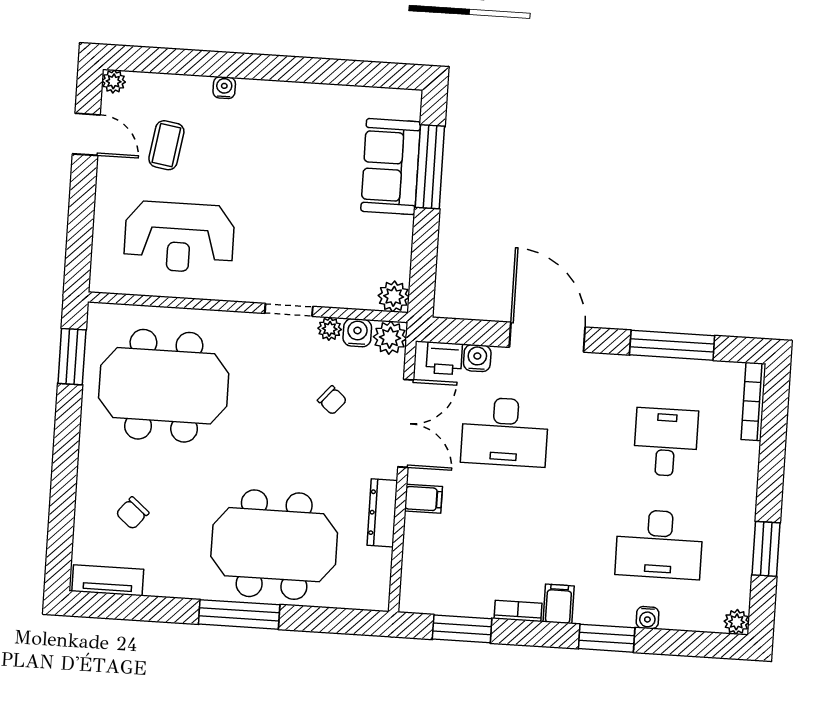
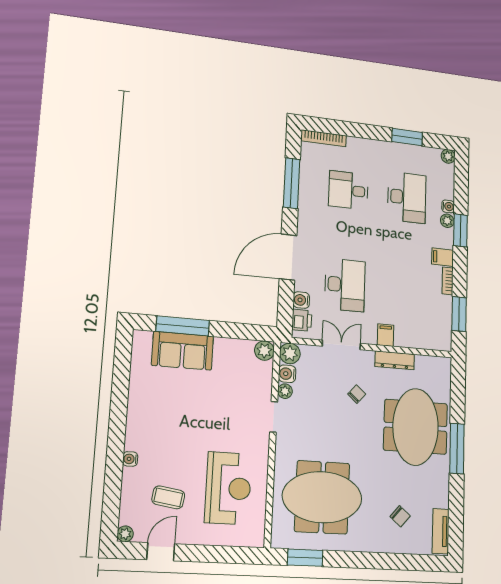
meeting table: (164, 386) -> (322, 497), turned 90
chair: (332, 400) -> (357, 394), moved
double door: (406, 423) -> (341, 345), width x0.73
plant: (622, 615) -> (447, 221), added

